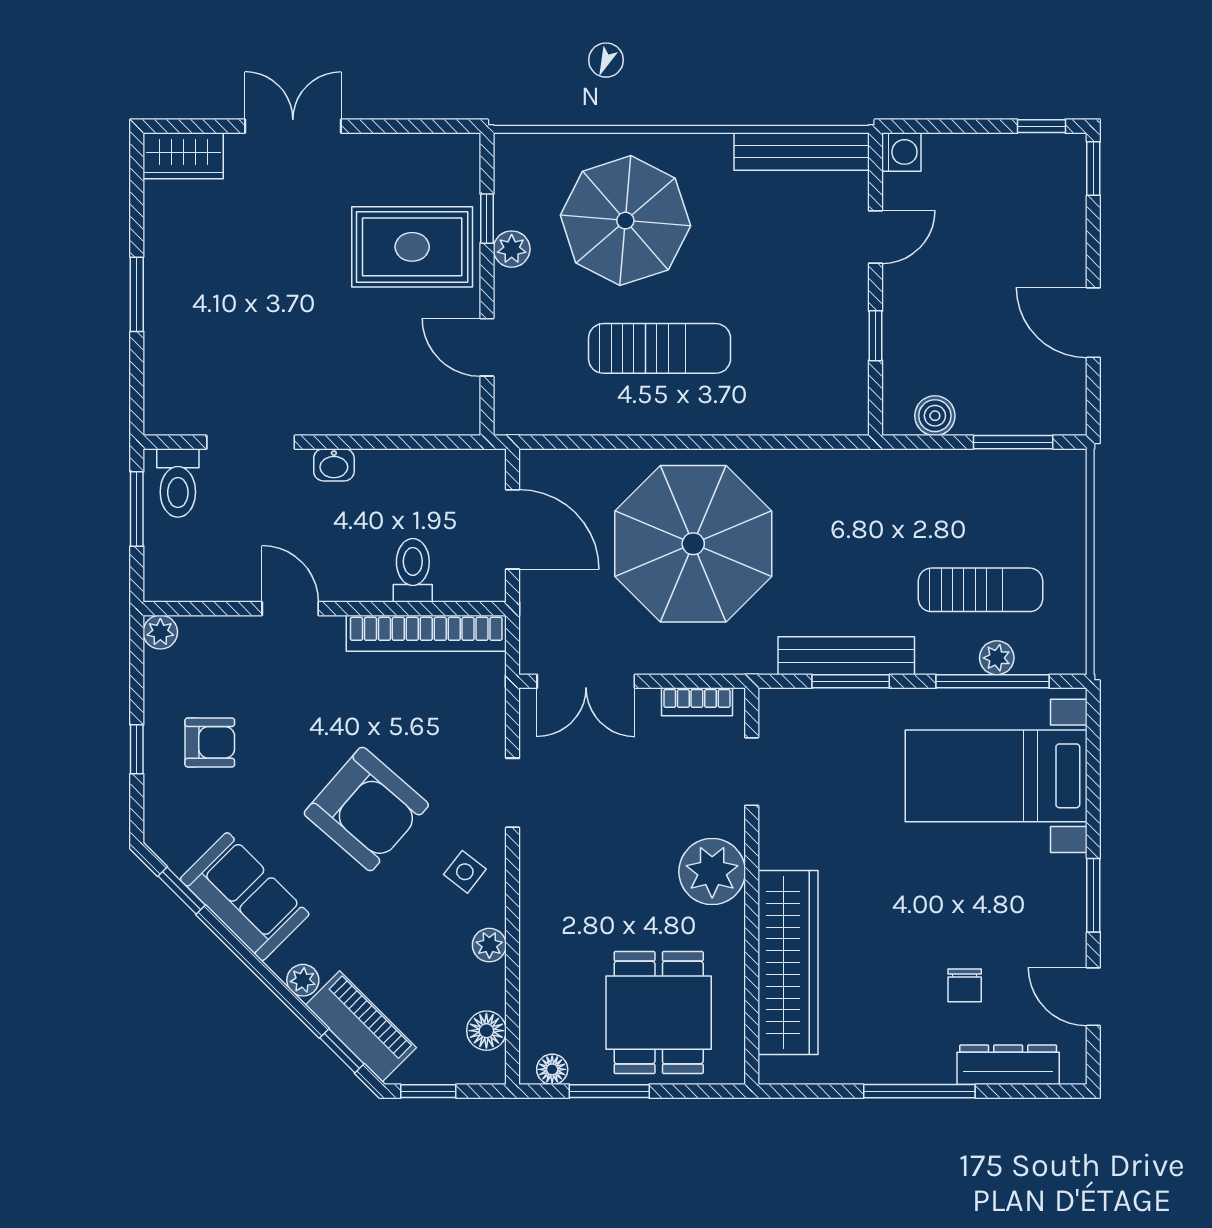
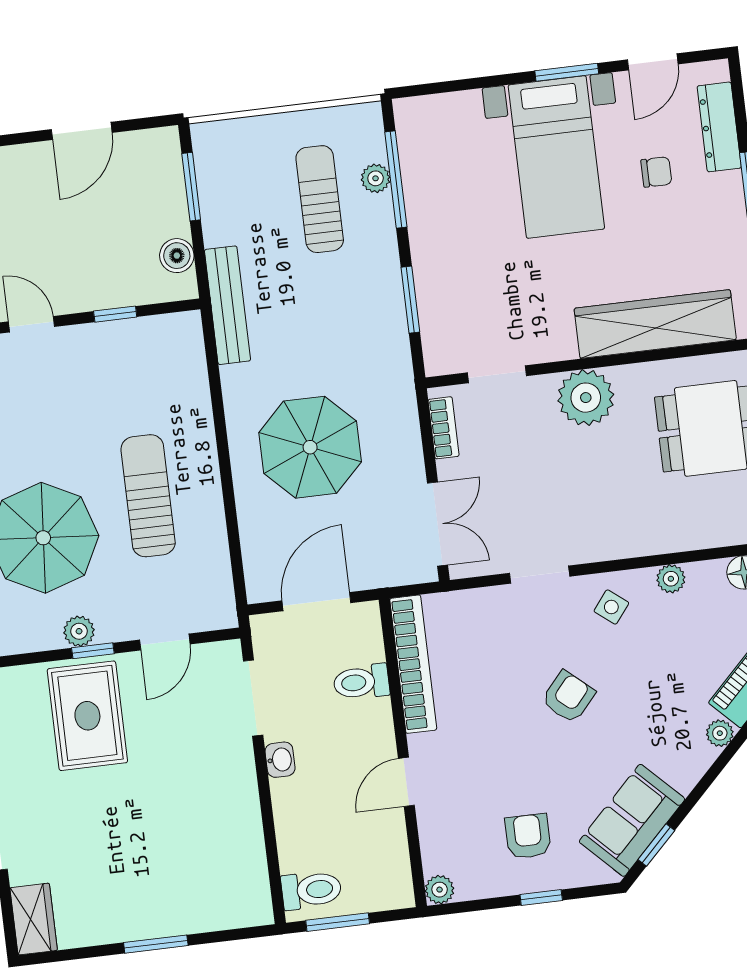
window: (487, 219) -> (93, 651), moved
doorway: (251, 442) -> (253, 698), moved
parasol: (693, 544) -> (310, 447), width x0.73, depth x0.73
bench: (846, 656) -> (227, 305), moved
bed with nightstands: (996, 776) -> (556, 157), moved
armchair: (366, 809) -> (568, 697), width x0.53, depth x0.53
sofa: (245, 897) -> (632, 820), moved

